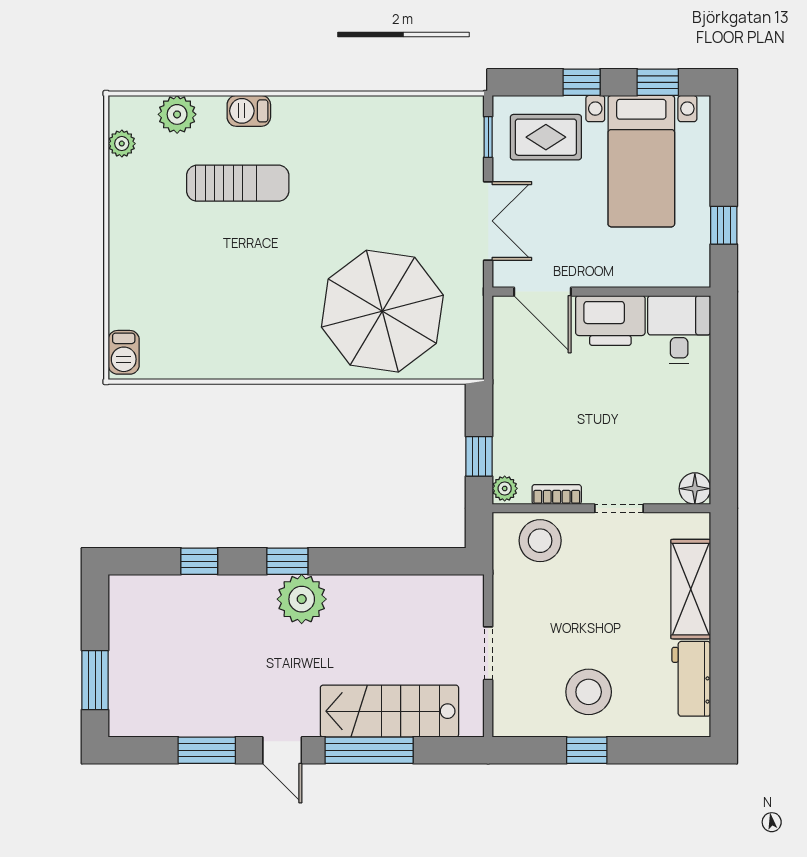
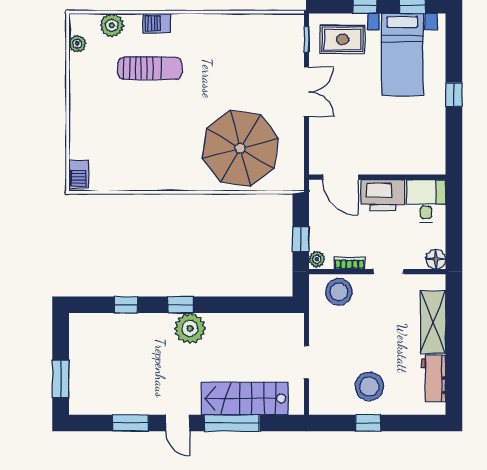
door: (543, 292) -> (340, 177), moved
wall: (601, 292) -> (377, 177), moved
printer: (610, 321) -> (383, 195), moved
desk: (679, 330) -> (426, 201), moved

